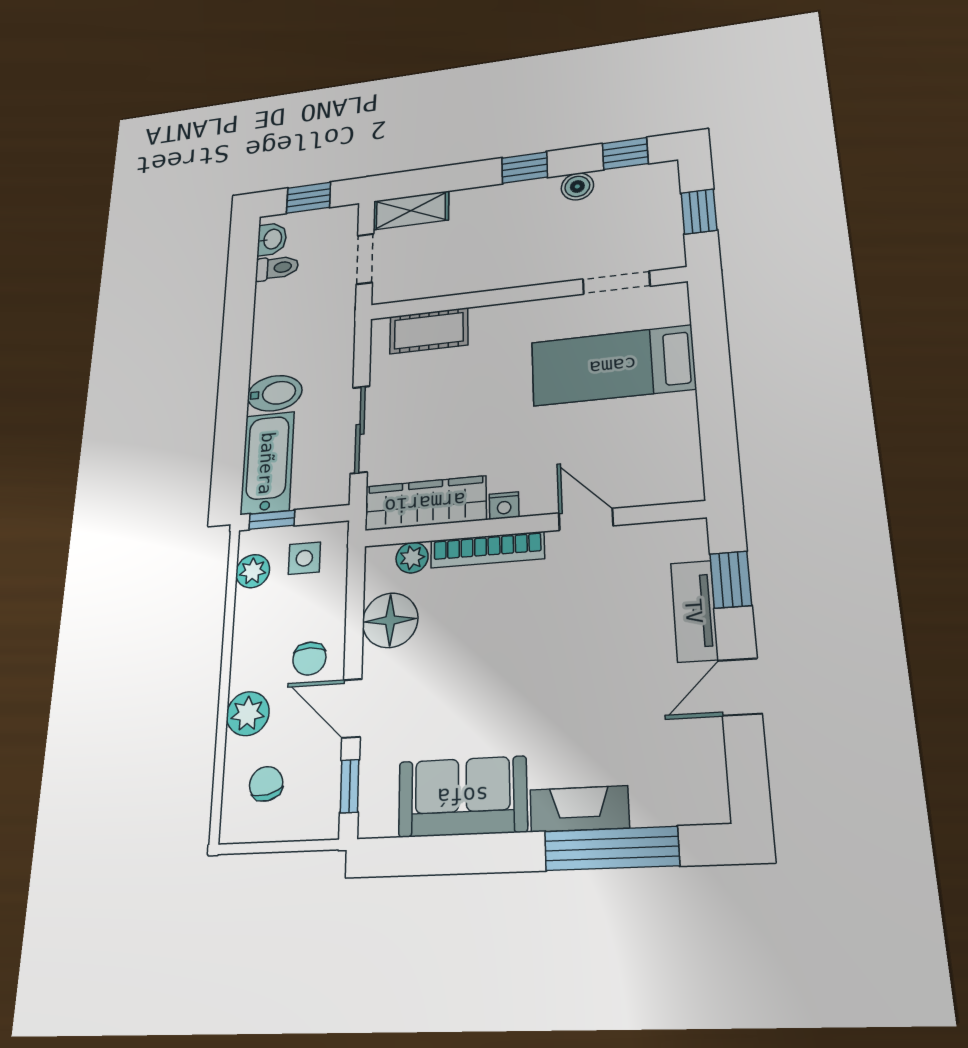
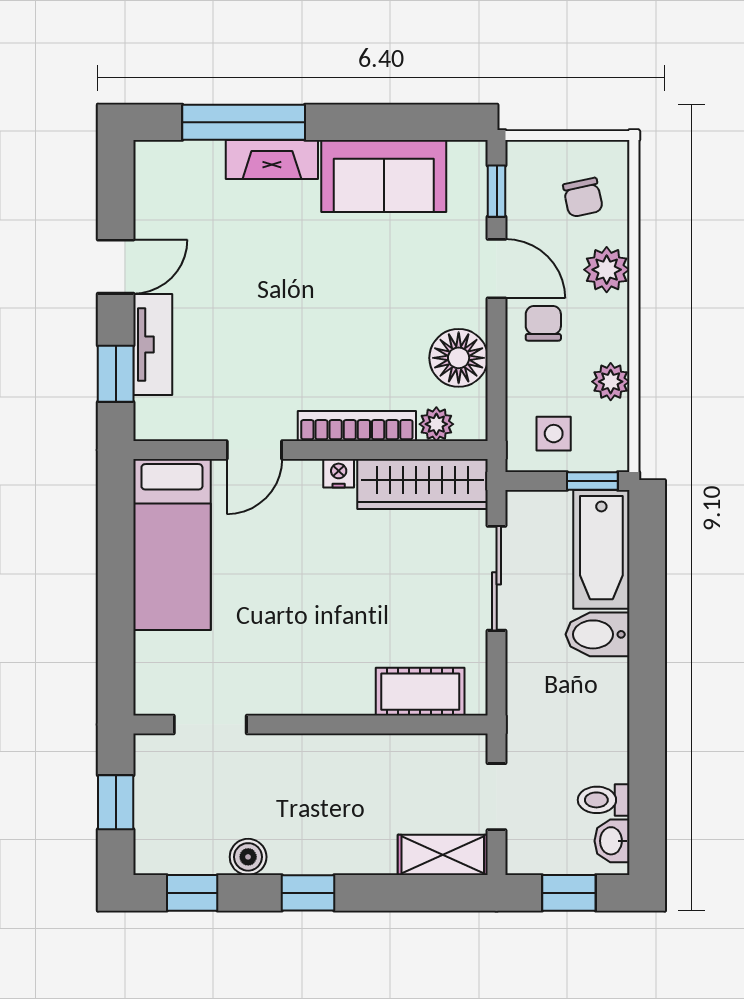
bed: (613, 366) -> (172, 545), moved, turned 90
door: (586, 519) -> (254, 450), hinge flipped
plant: (253, 571) -> (611, 382), moved

